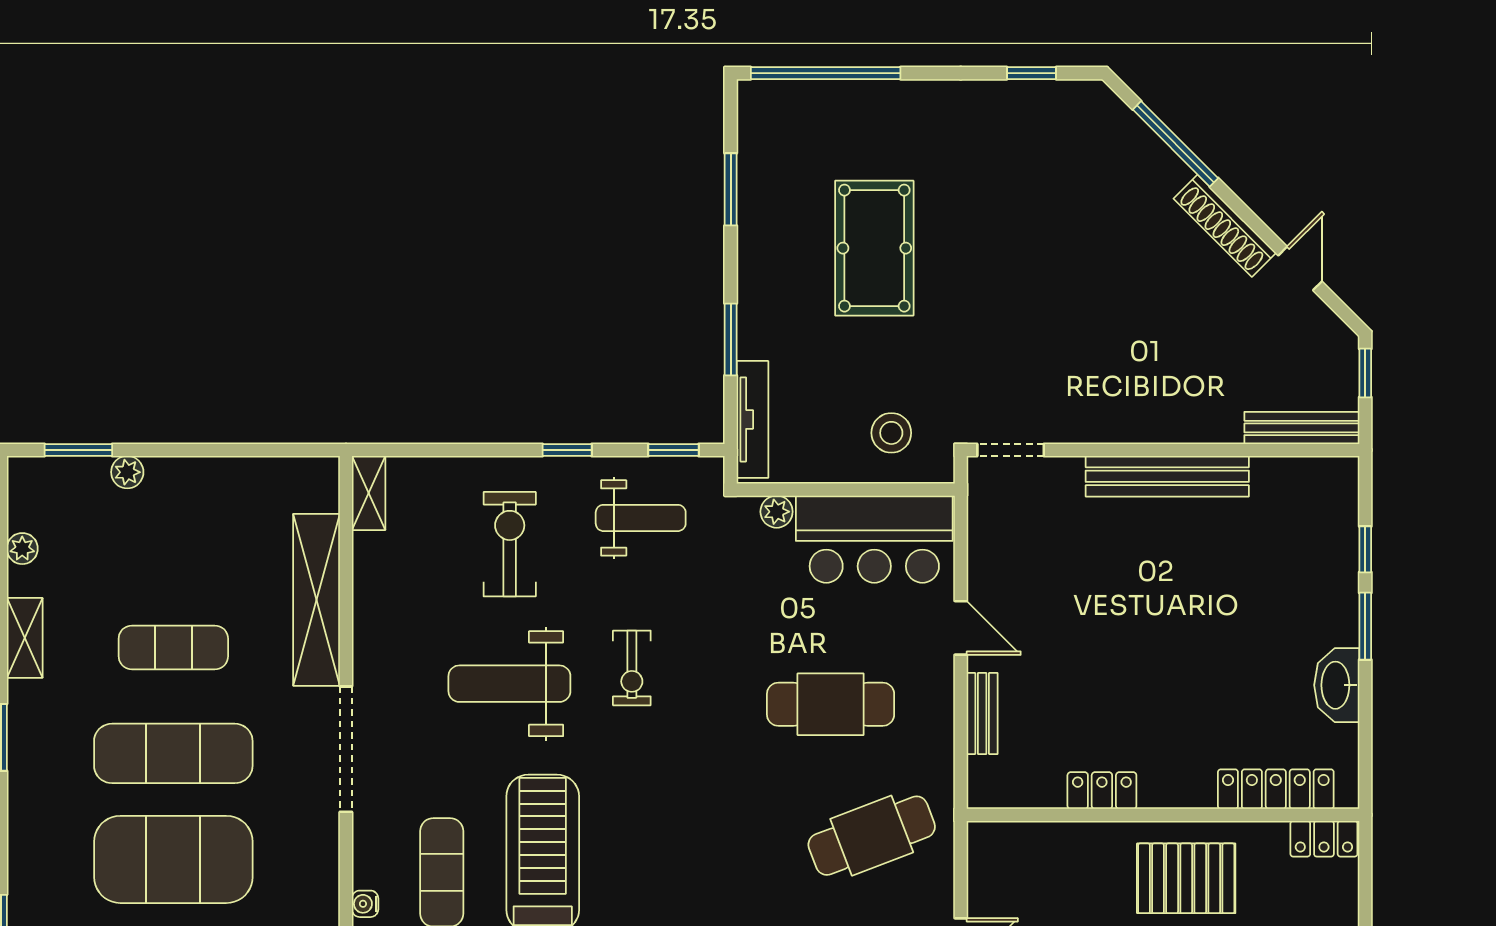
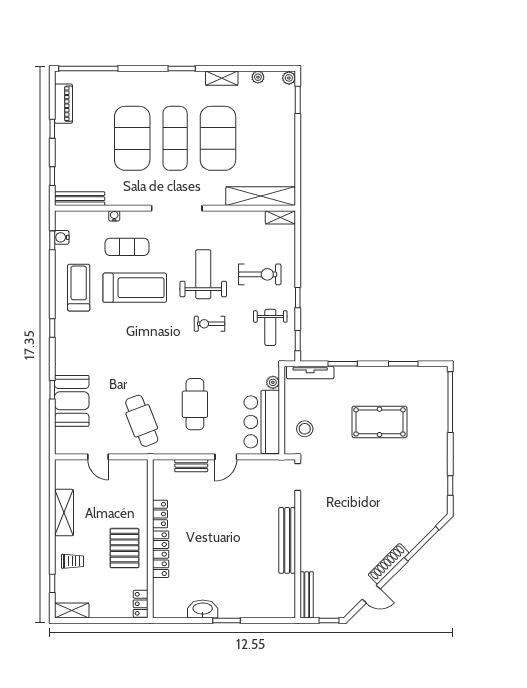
plant: (127, 472) -> (289, 78), moved
window: (1365, 549) -> (258, 621), removed
shelving: (316, 600) -> (261, 196), moved
exercise mat: (173, 647) -> (218, 138), width x2.00, depth x1.45
locker: (1276, 789) -> (161, 554), moved

